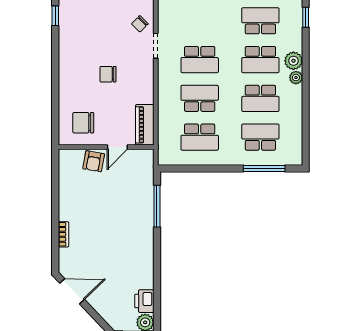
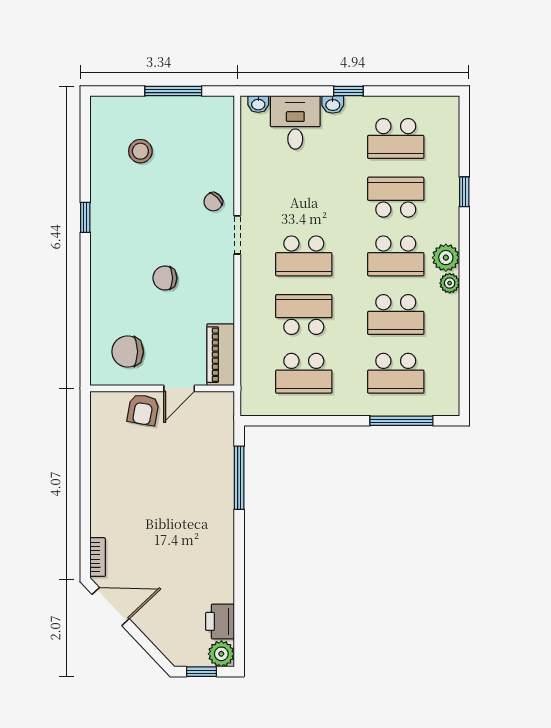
window: (55, 16) -> (85, 217), moved
school desk: (260, 137) -> (396, 373), turned 180
bookcase: (64, 234) -> (98, 557), moved

